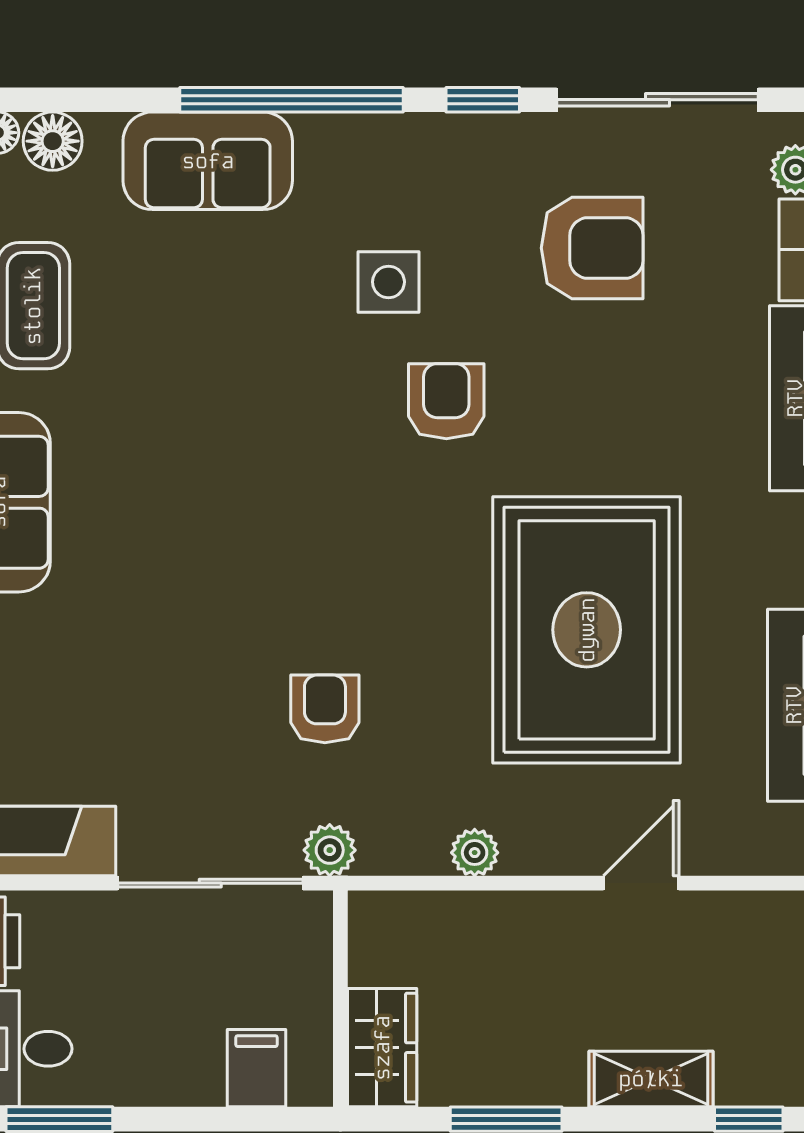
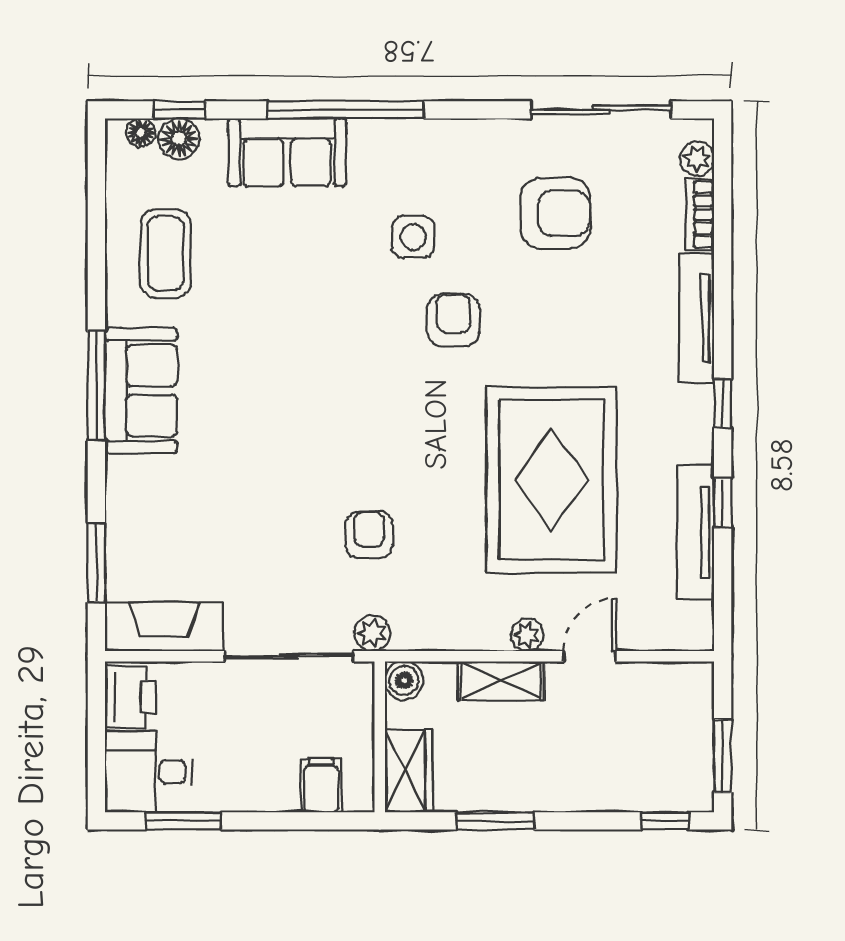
window: (483, 100) -> (179, 110), moved
plant: (475, 853) -> (527, 635), moved
boiler: (375, 918) -> (404, 681), added
shelving: (651, 1079) -> (501, 681), moved

